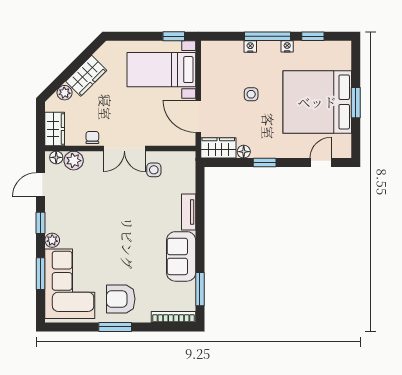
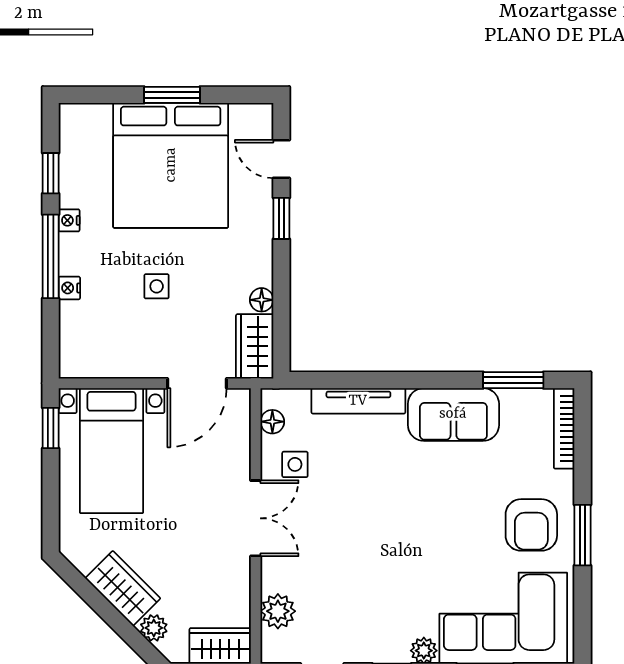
chair: (92, 137) -> (236, 577), removed
floor lamp: (56, 157) -> (272, 422), moved
window: (265, 162) -> (281, 218), moved
tv unit: (189, 212) -> (358, 401), width x1.41

